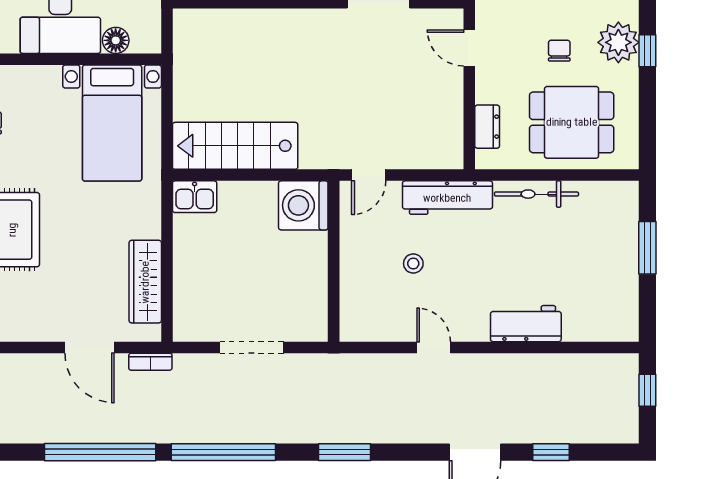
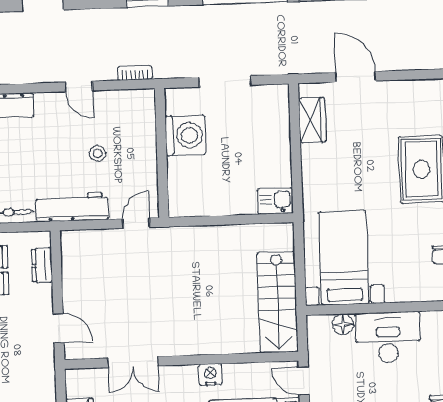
stairs: (235, 146) -> (278, 302), moved, turned 90
washing machine: (303, 205) -> (185, 135), moved
wardrobe: (145, 282) -> (312, 120), width x0.67
bookcase: (150, 362) -> (135, 73), moved

